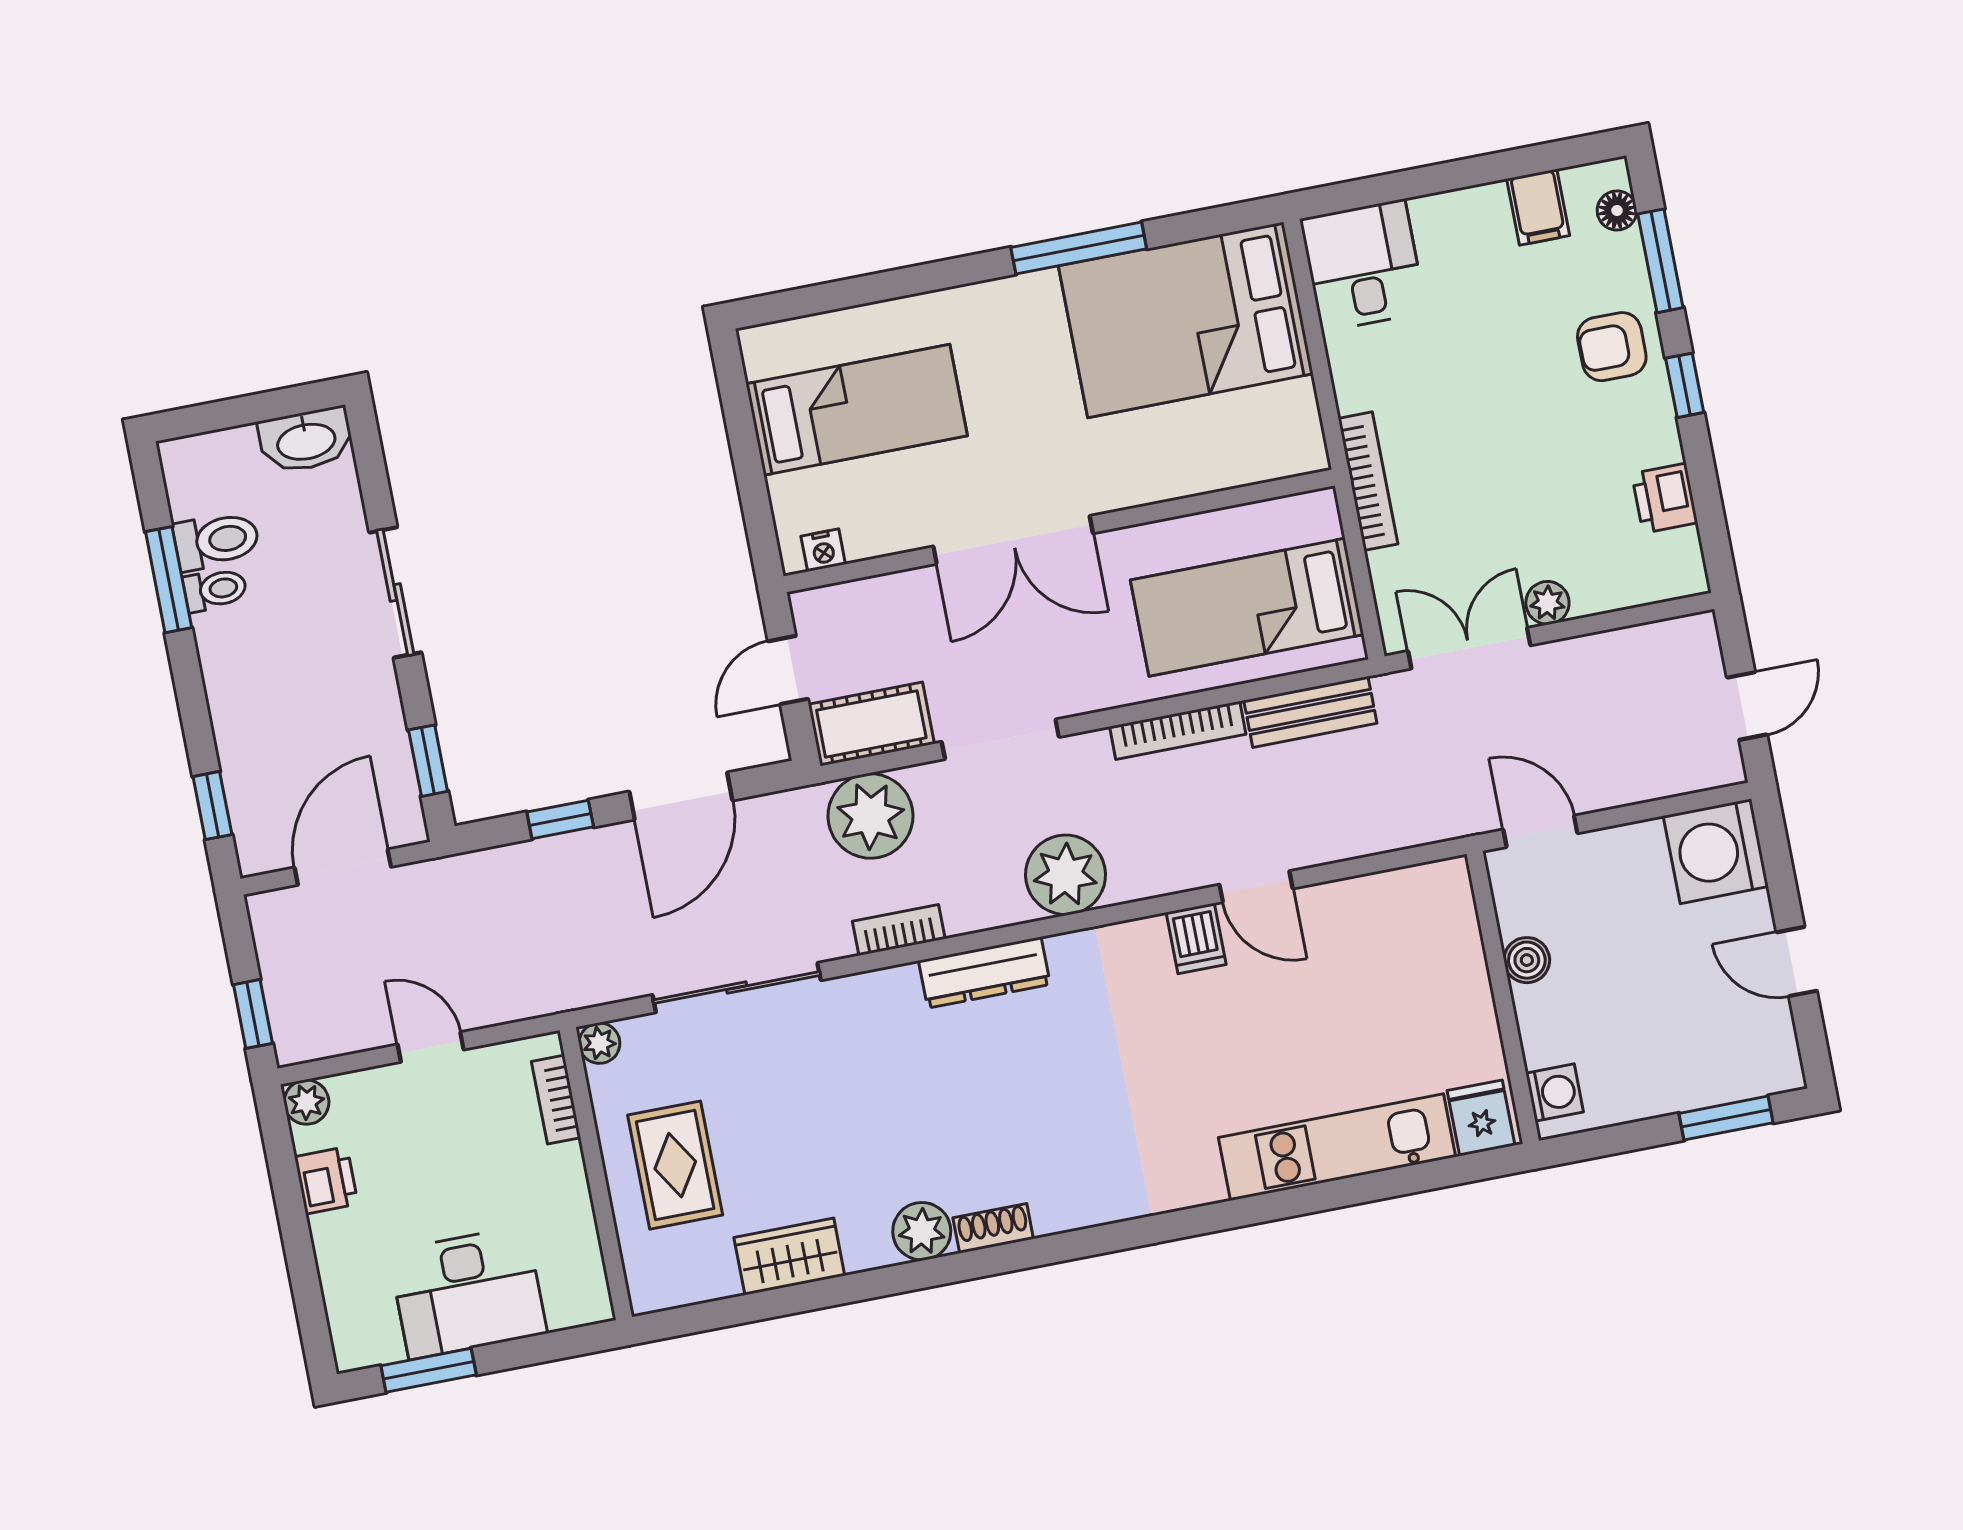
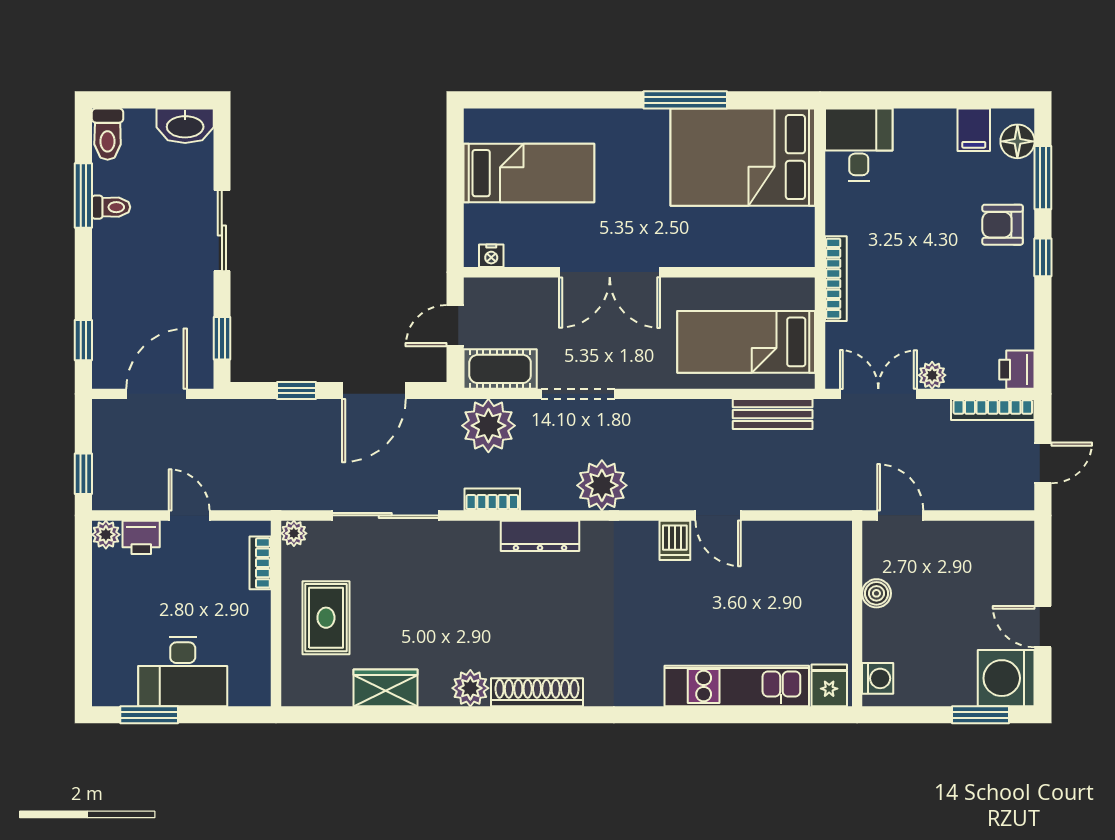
floor lamp: (1617, 210) -> (1017, 141), width x1.37, depth x1.37
printer: (1665, 498) -> (1017, 370), moved
toilet: (216, 541) -> (108, 134), moved, turned 90
bookcase: (1178, 730) -> (993, 410), moved
washing machine: (1716, 851) -> (1006, 678), moved
printer: (326, 1180) -> (141, 537), moved, turned 90
shoe rack: (993, 1228) -> (537, 692), width x1.94, depth x1.24

